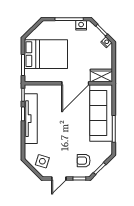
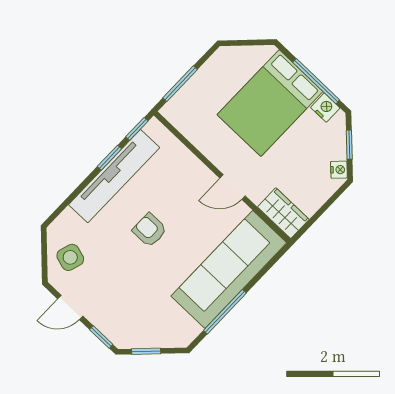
bed: (46, 54) -> (270, 103), moved, turned 90
door: (75, 83) -> (233, 187), width x0.53
armchair: (84, 161) -> (150, 230), moved

